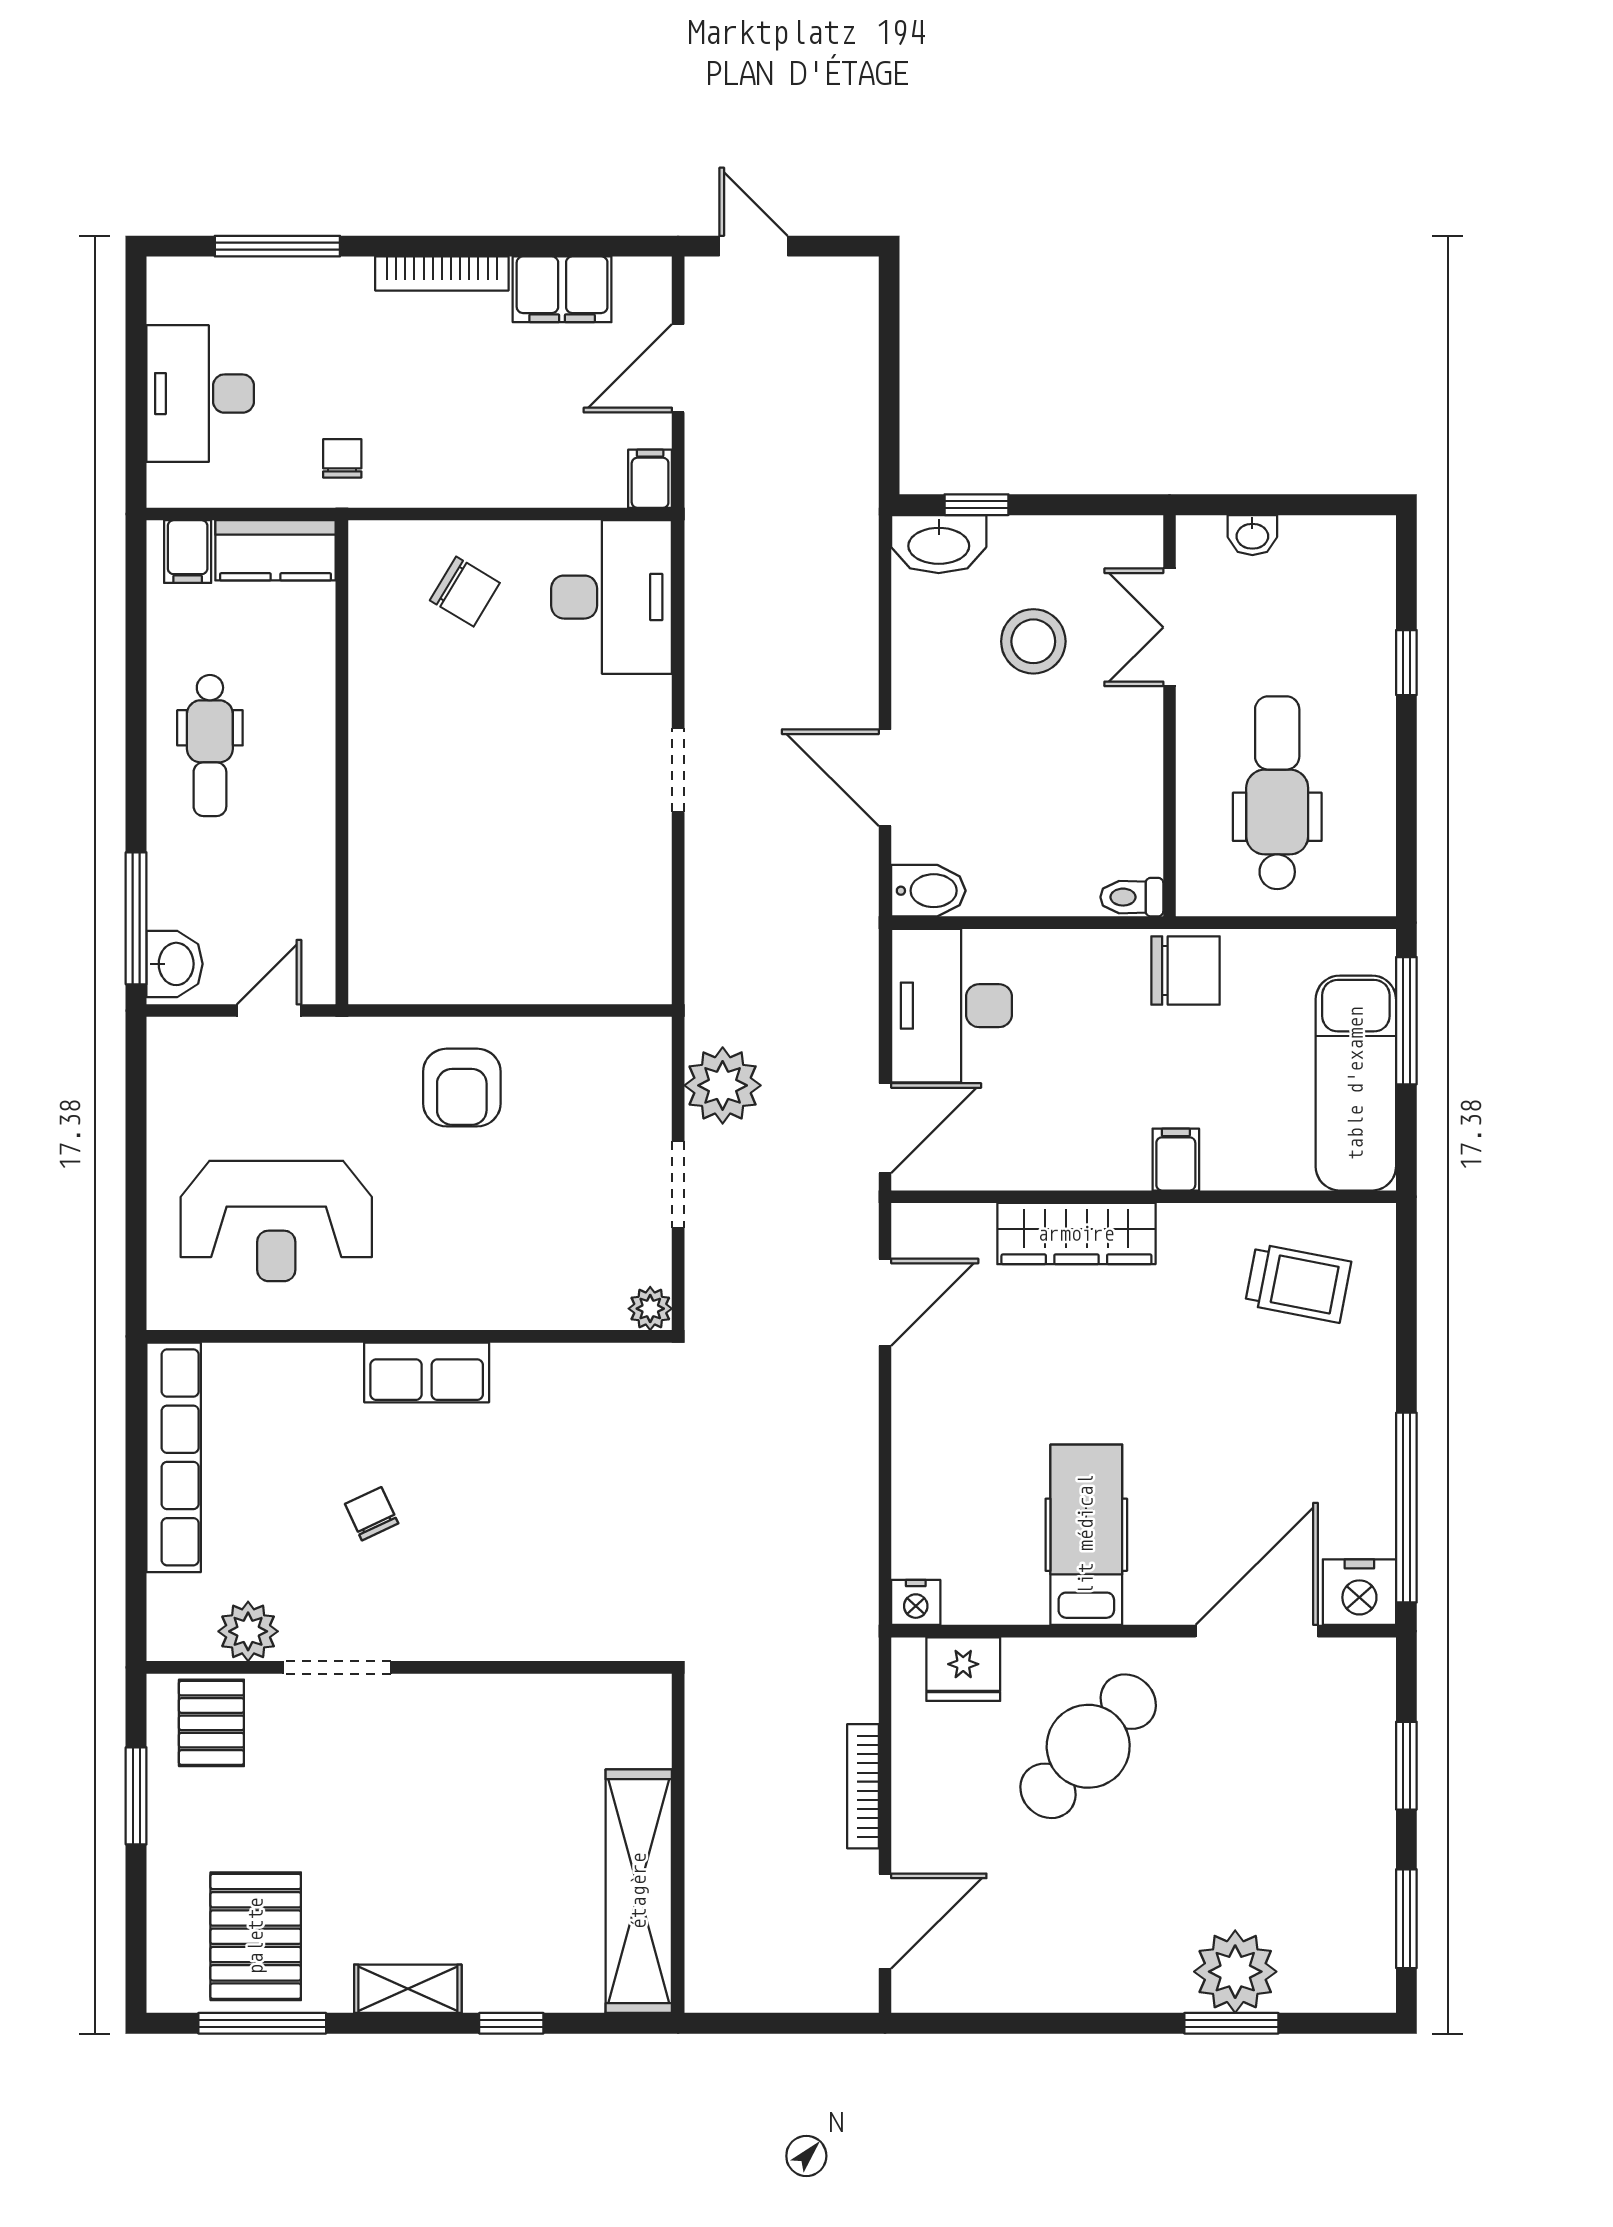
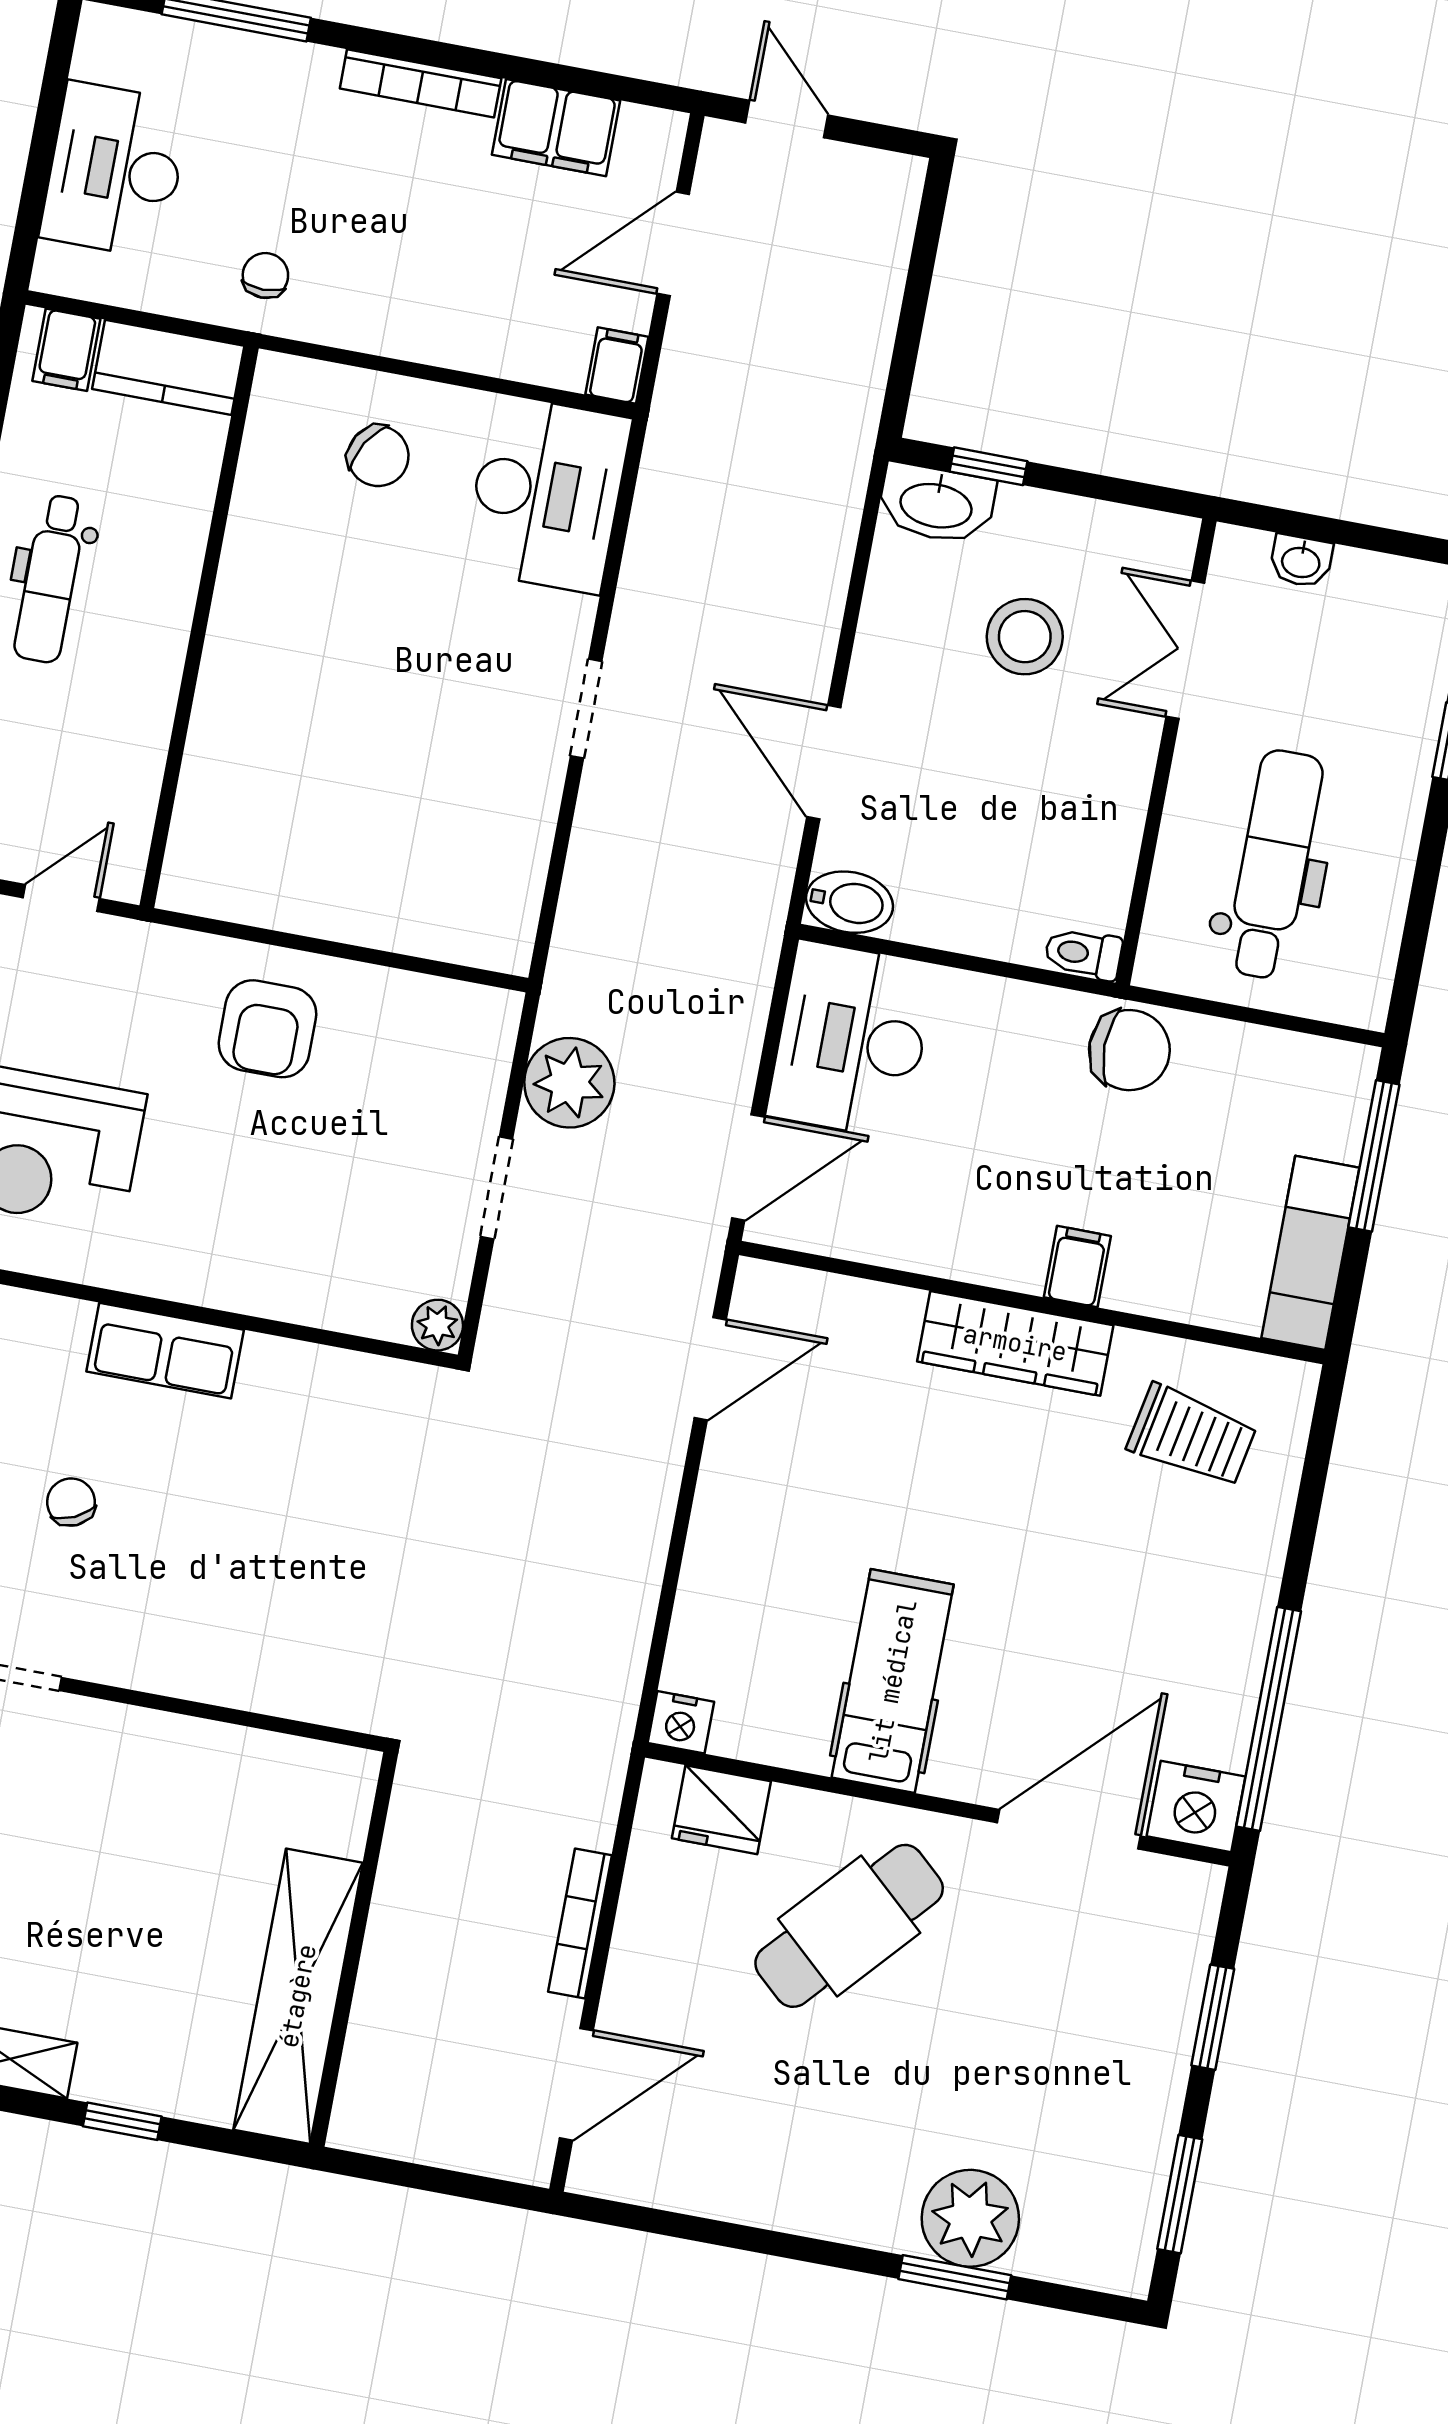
exam couch: (1356, 1083) -> (1310, 1253), width x0.73, depth x0.69
wardrobe: (1076, 1234) -> (1015, 1343), moved

